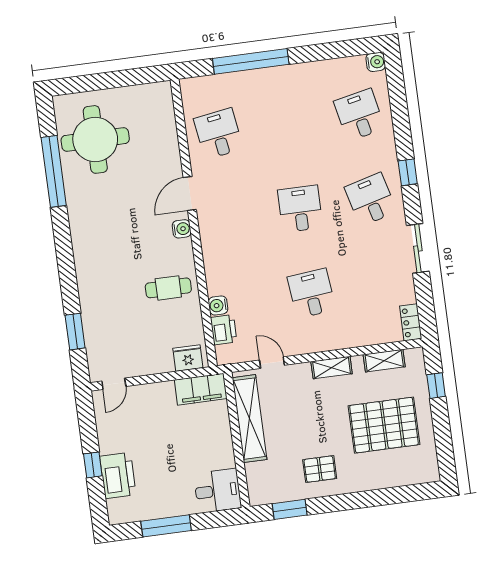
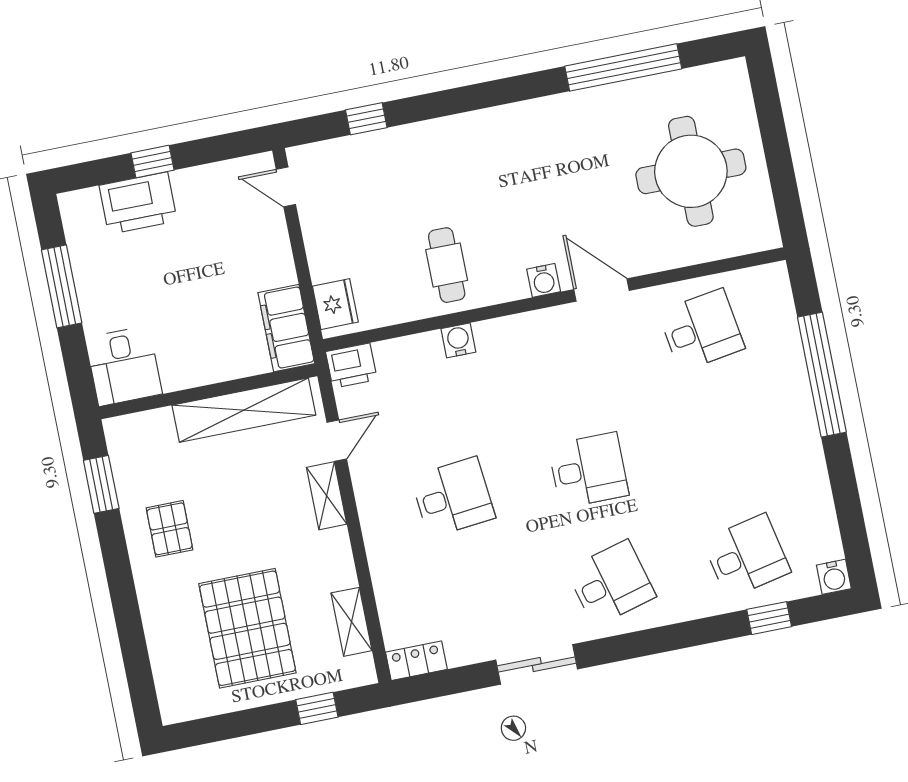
round table: (95, 139) -> (691, 171), moved
window: (408, 172) -> (769, 618), moved
water cooler: (218, 305) -> (458, 340), moved
printer: (224, 330) -> (351, 366), moved
window: (75, 332) -> (366, 119), width x0.67
shelving: (332, 368) -> (327, 496), moved

